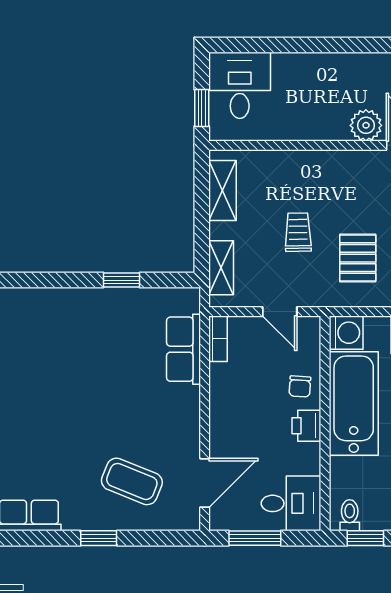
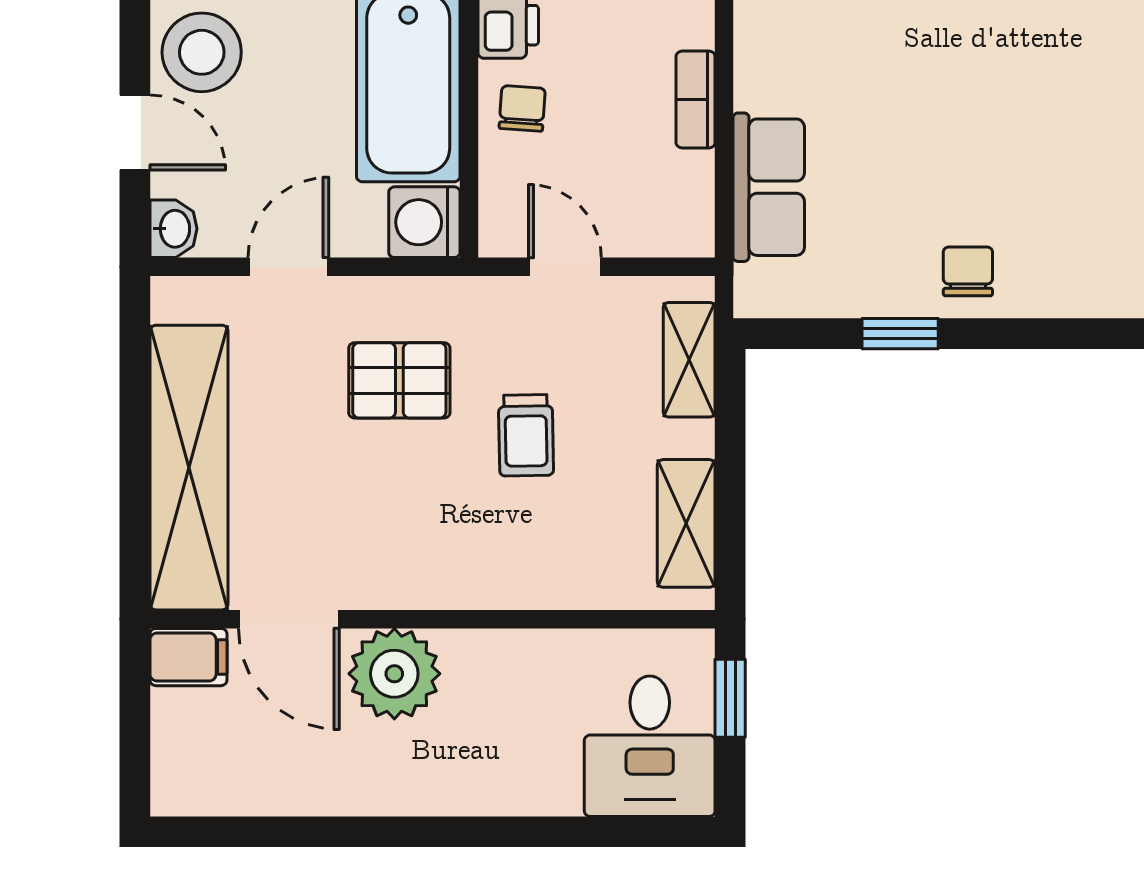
plant: (366, 125) -> (394, 674), width x1.36, depth x1.36
pallet: (358, 258) -> (399, 380), turned 90
chair: (90, 309) -> (968, 271), added
bookcase: (218, 339) -> (696, 100), moved

